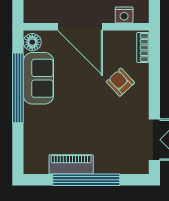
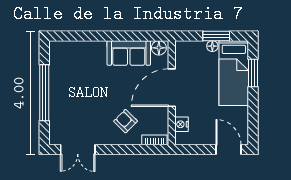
armchair: (120, 82) -> (126, 121), turned -92
window: (18, 88) -> (121, 36), removed
piano: (71, 164) -> (57, 80), removed

